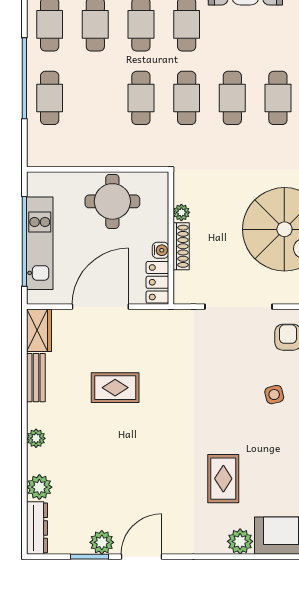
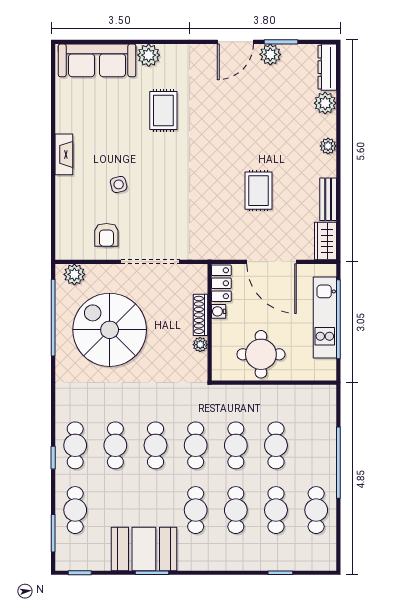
cafe table: (50, 98) -> (276, 445), moved
door: (100, 307) -> (272, 262), hinge flipped
rug: (115, 388) -> (259, 191), turned 90

